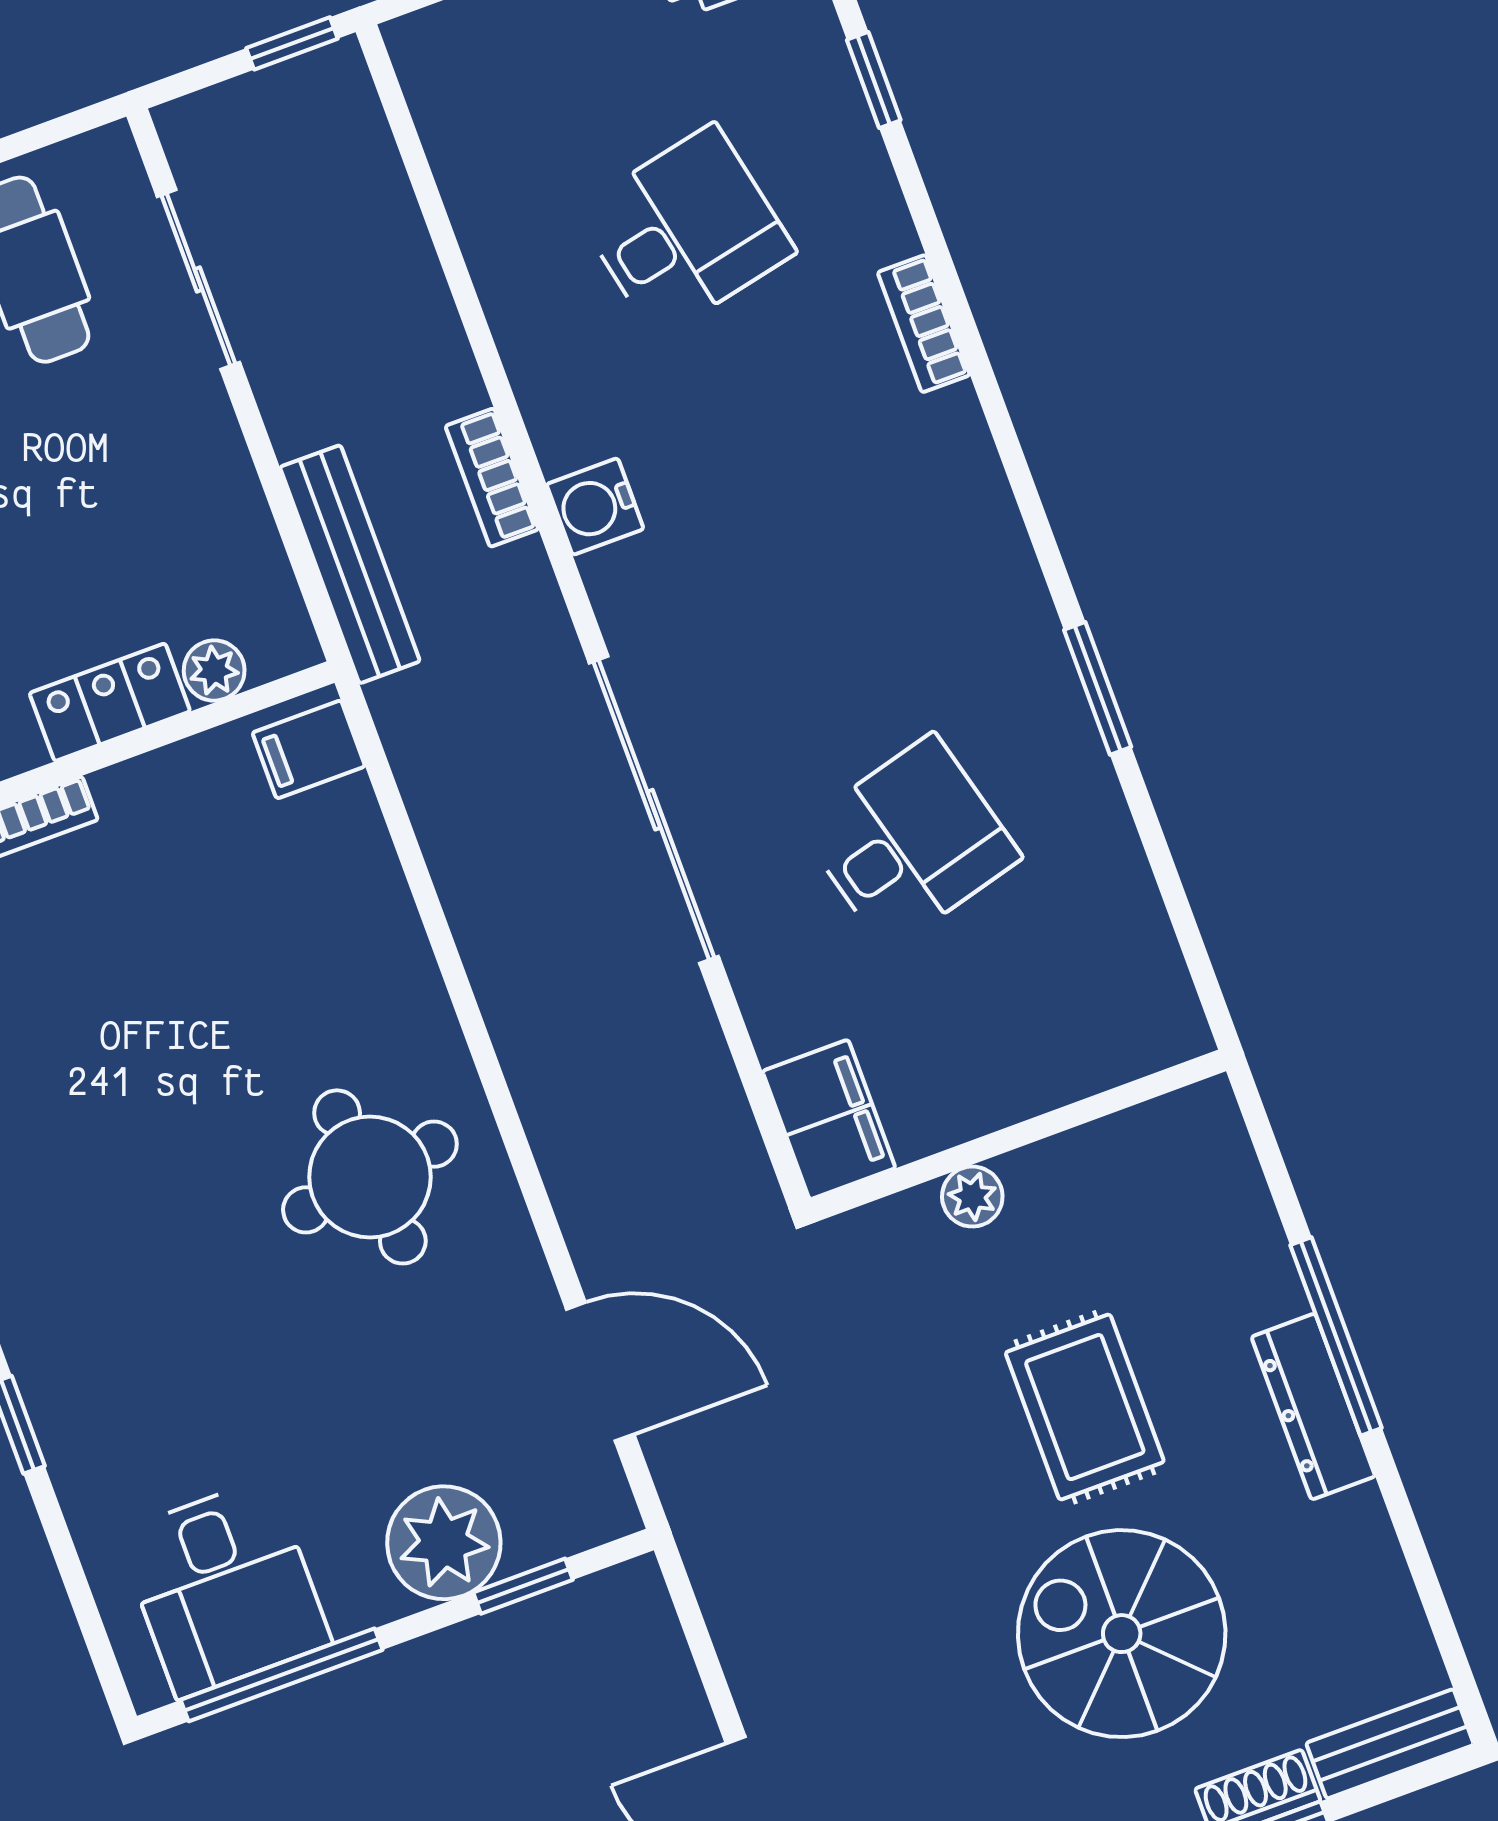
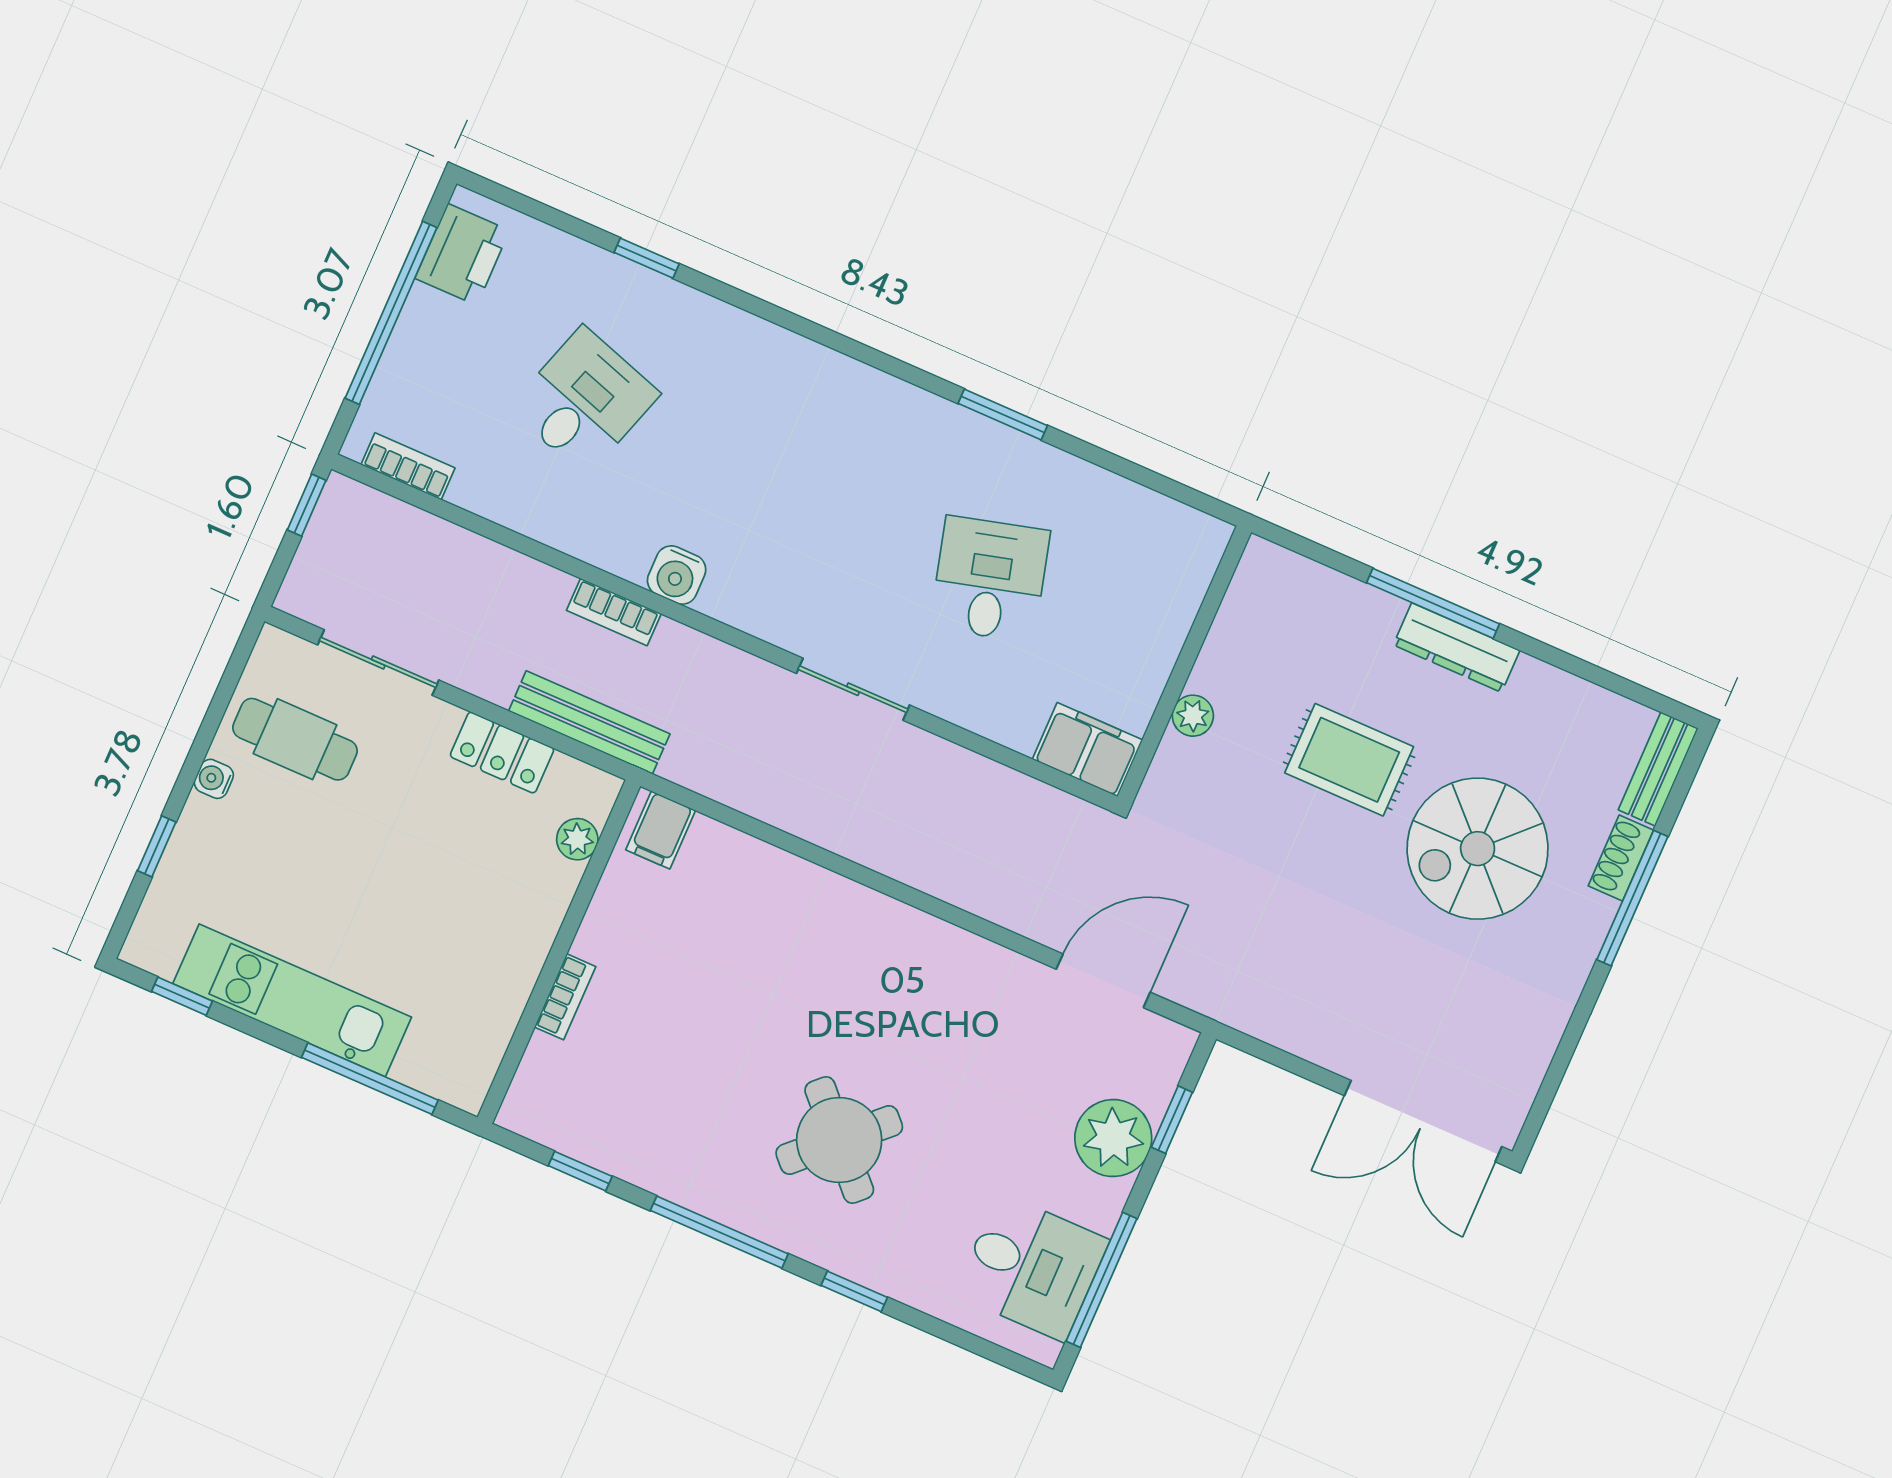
window: (874, 80) -> (647, 258), moved
desk: (685, 231) -> (584, 401), turned 30
bookcase: (924, 324) -> (408, 466), moved, turned 180
locker: (110, 702) -> (502, 752), moved, turned -90
sliding door: (654, 810) -> (853, 689), width x0.54
round table: (370, 1177) -> (839, 1140), moved, turned -37

